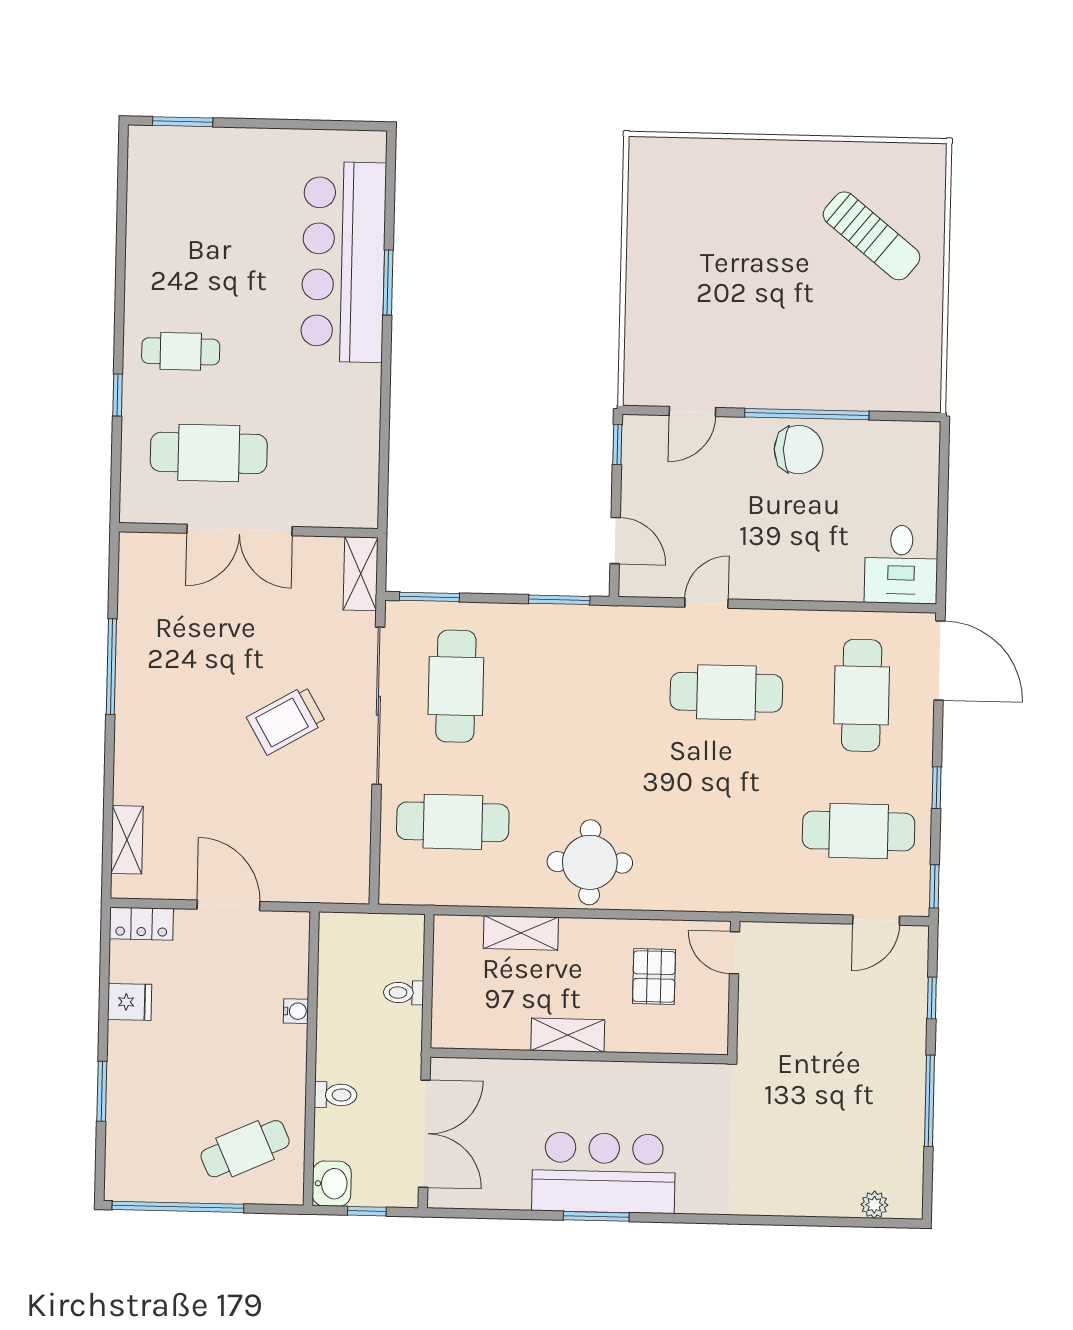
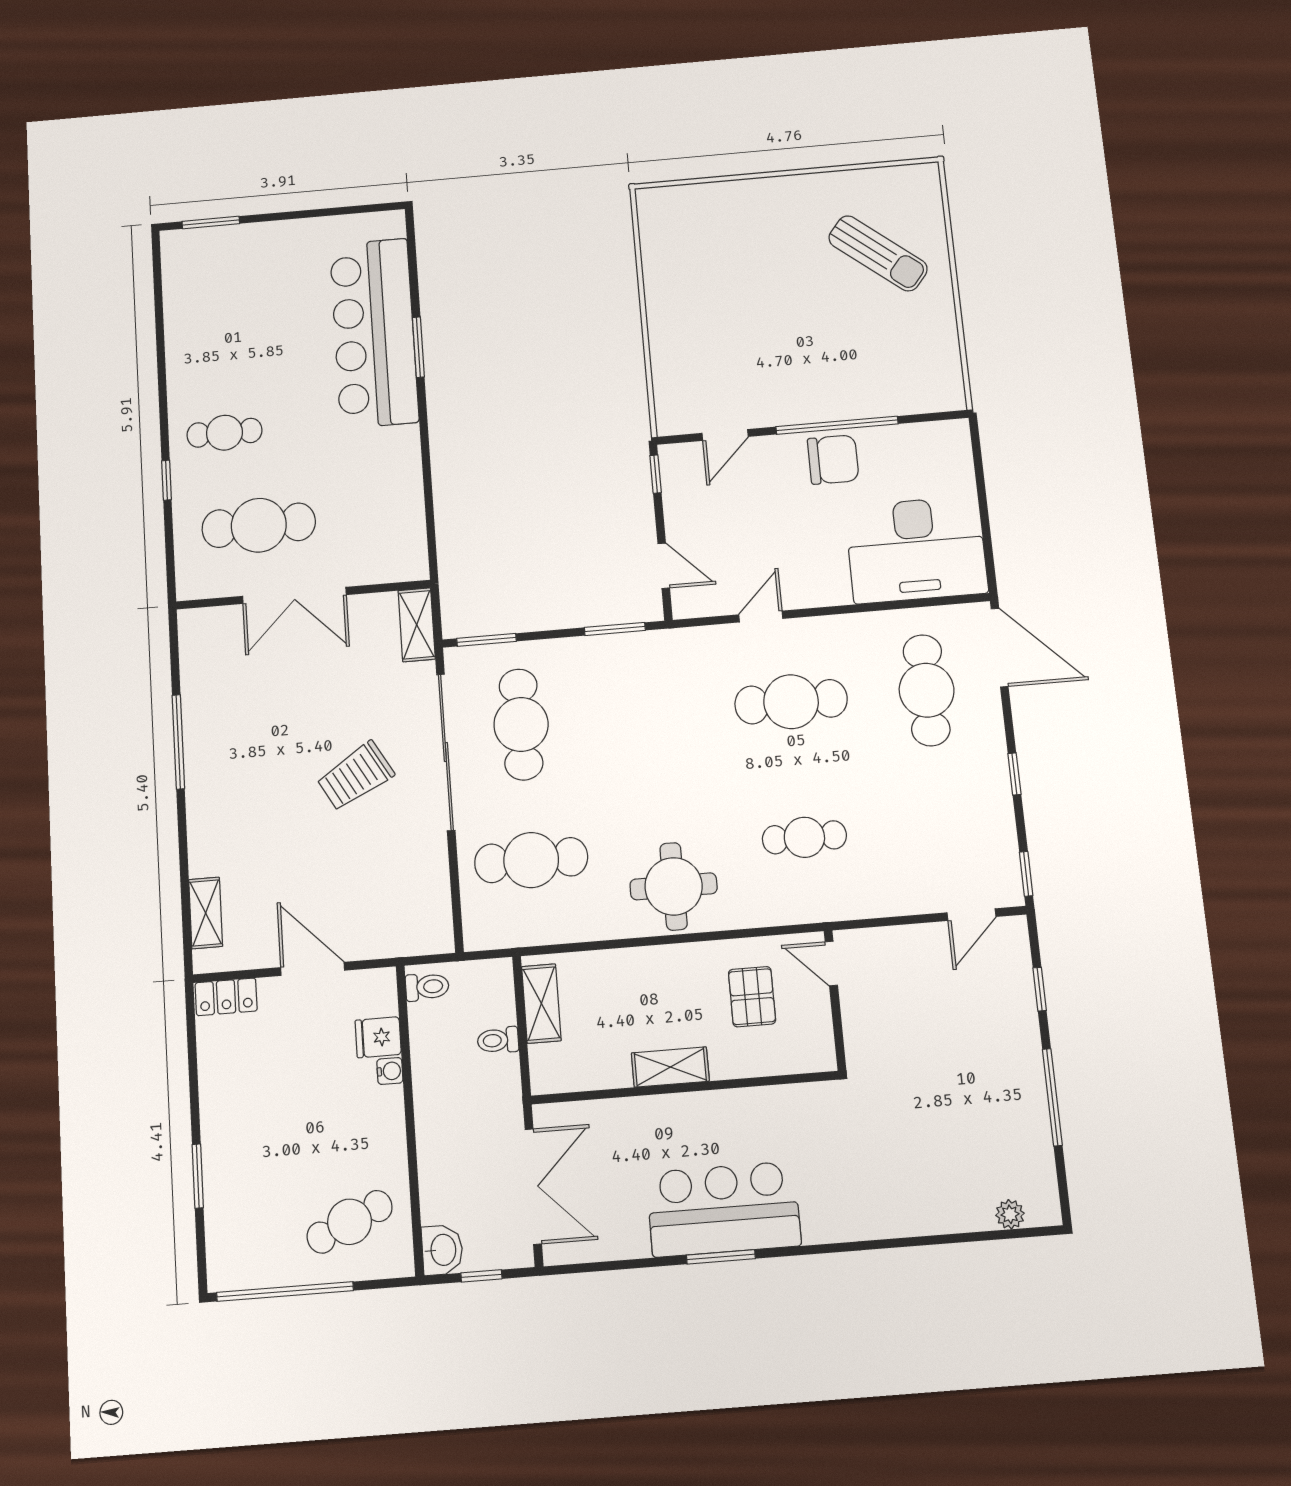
desk: (901, 564) -> (916, 550), width x1.87, depth x1.30
cafe table: (859, 831) -> (804, 837), moved, width x0.73, depth x0.74
shelving: (521, 933) -> (541, 1004), moved, turned 90
fridge: (130, 1002) -> (378, 1037), moved, turned 180
toilet: (336, 1095) -> (427, 987), moved

